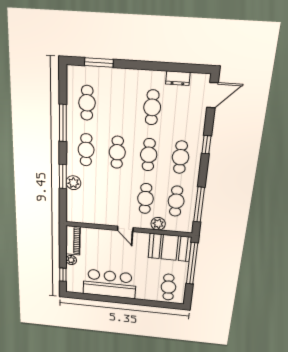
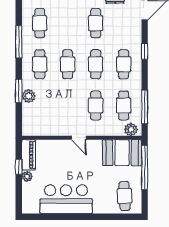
plant: (158, 224) -> (131, 129), moved
window: (63, 275) -> (19, 167), moved

